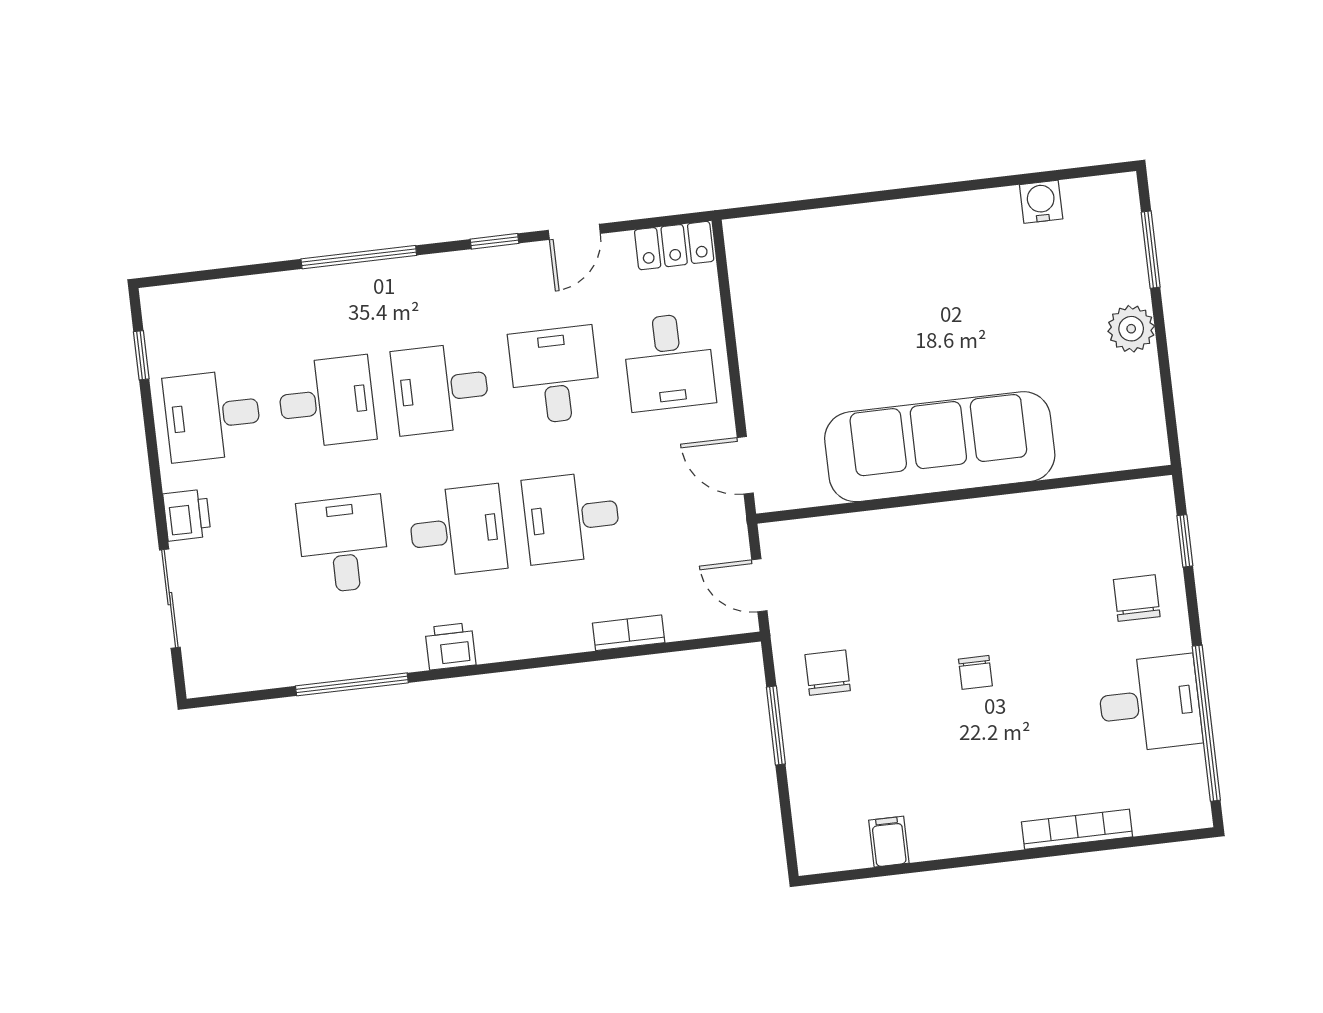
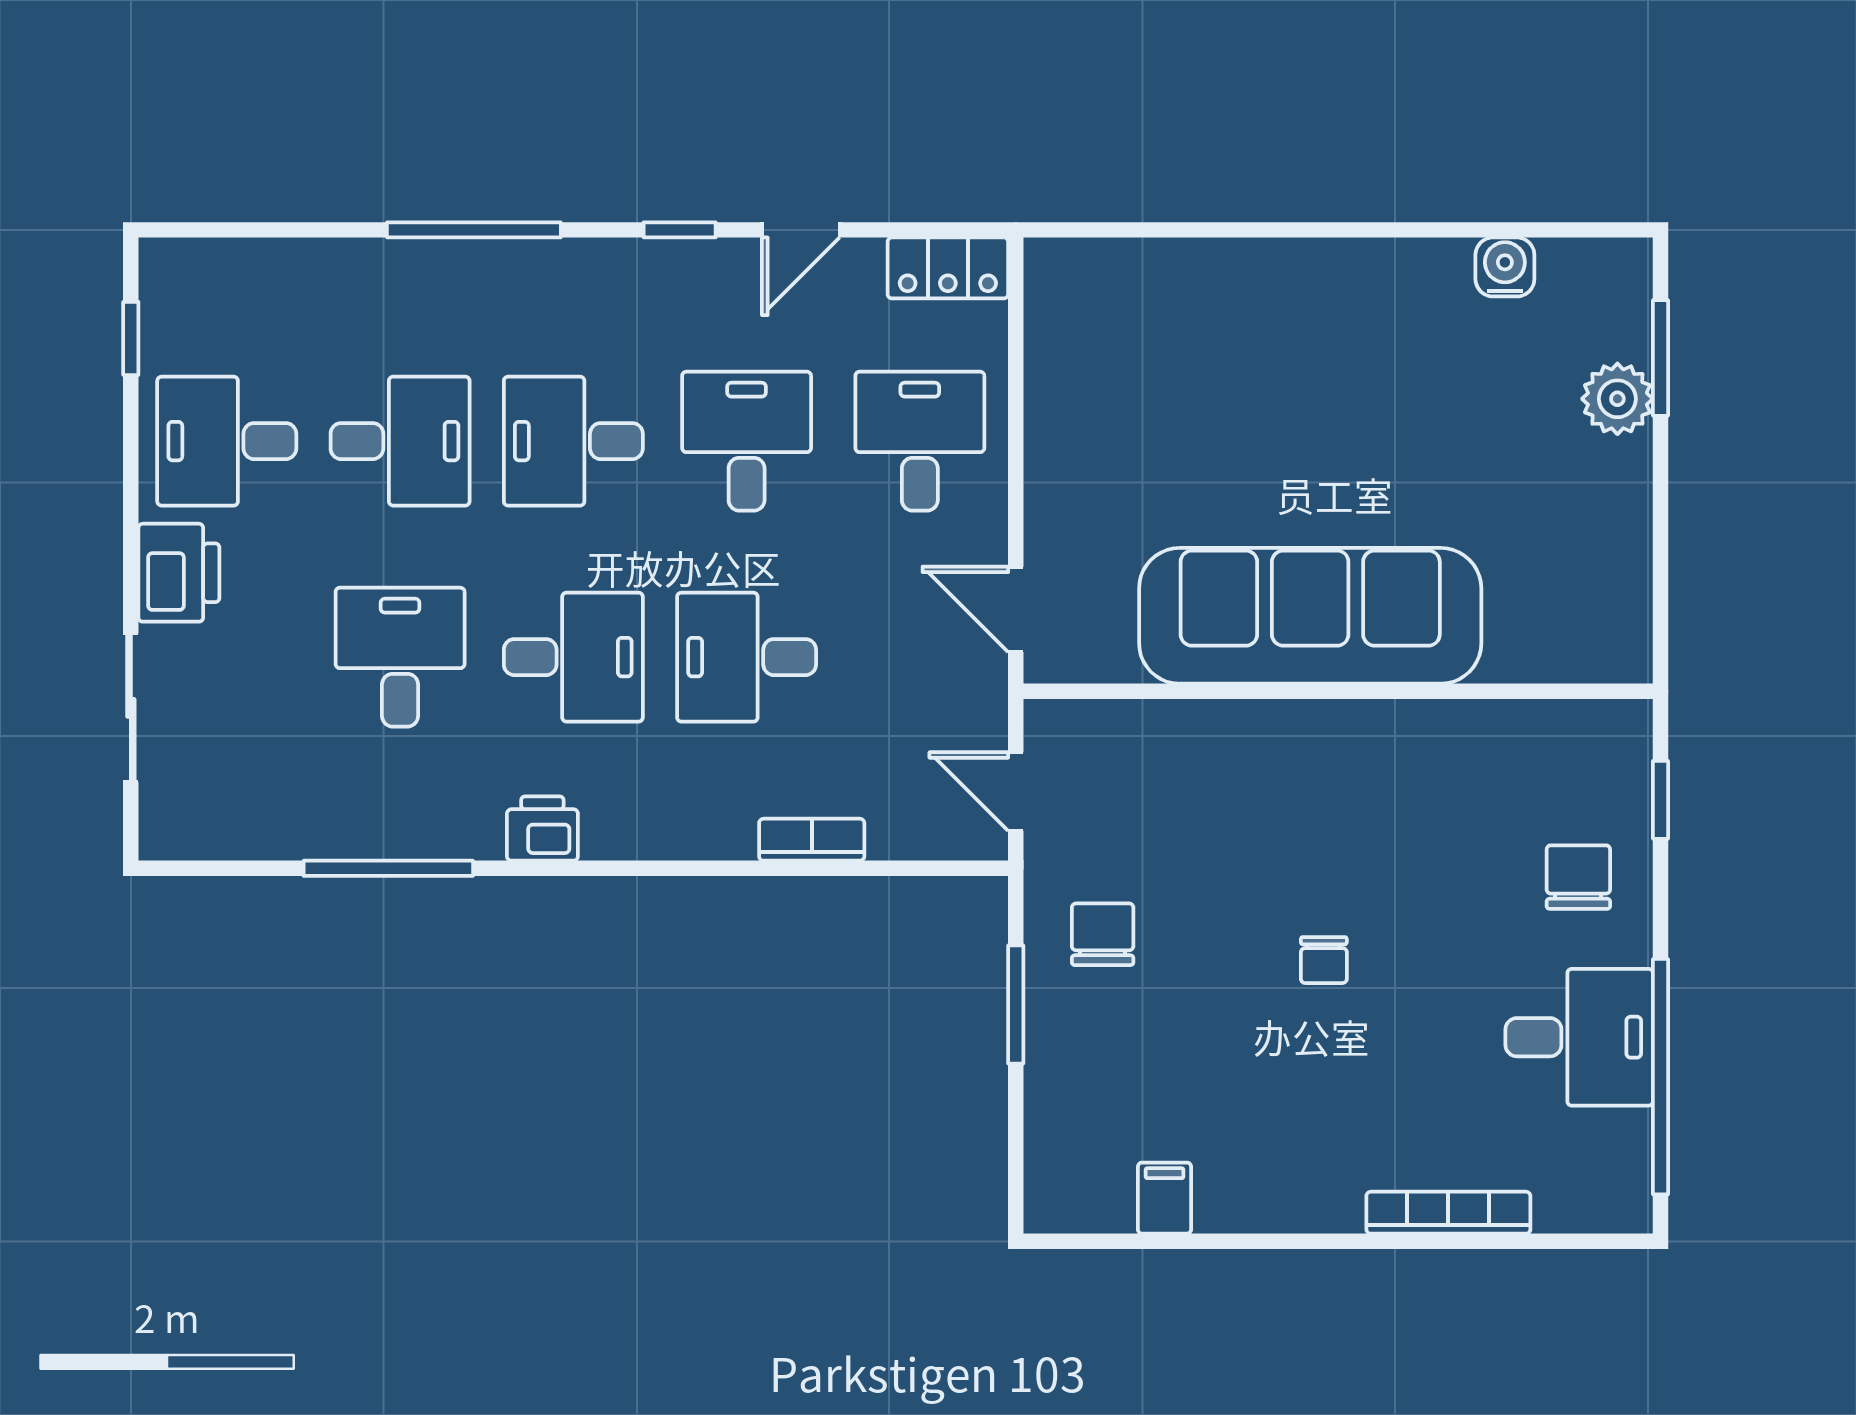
plant: (1131, 329) -> (1617, 399), moved
desk: (669, 362) -> (920, 441), turned 180
printer: (187, 515) -> (179, 573), width x1.36, depth x1.24

